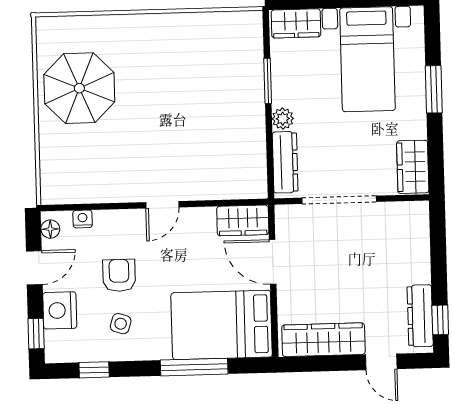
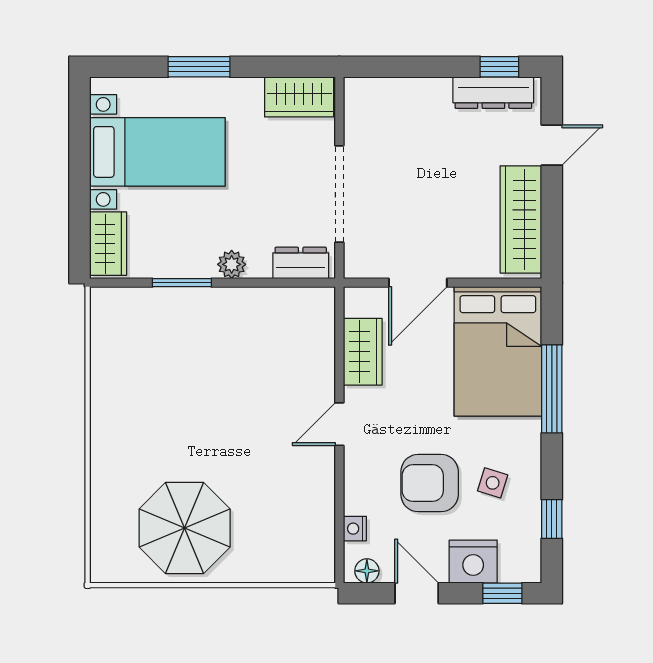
dresser: (285, 162) -> (301, 263), width x0.70
door: (162, 205) -> (339, 424), swing flipped
wardrobe: (243, 220) -> (363, 352), moved
armchair: (119, 275) -> (430, 483), width x1.38, depth x1.38

